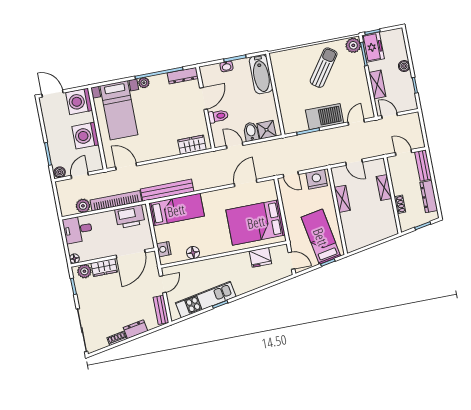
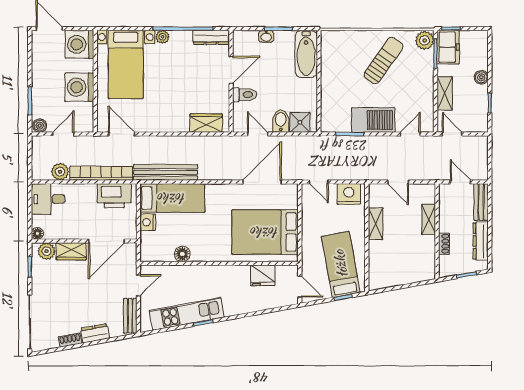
door: (246, 183) -> (262, 182), width x1.36
nightstand: (164, 249) -> (148, 222), moved

